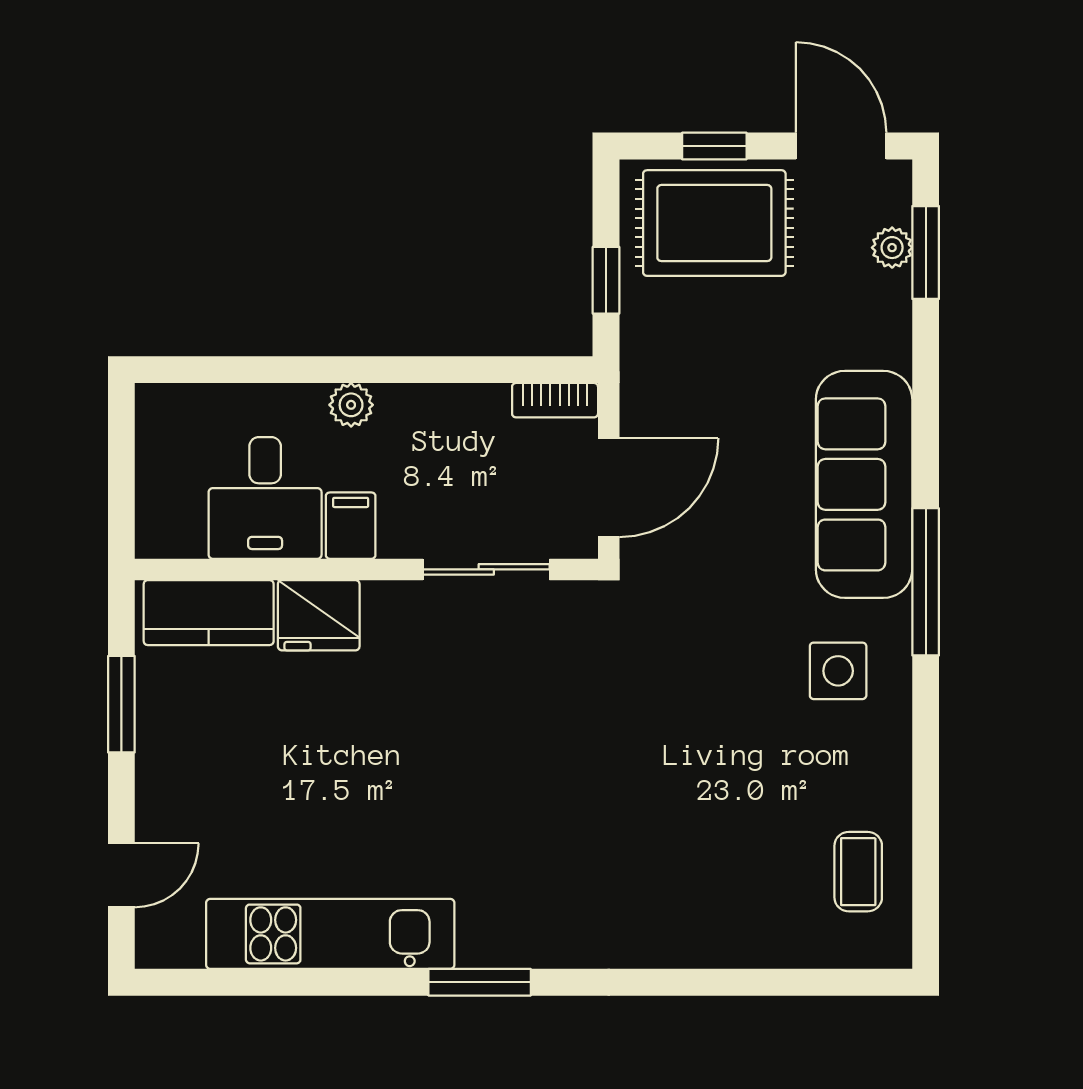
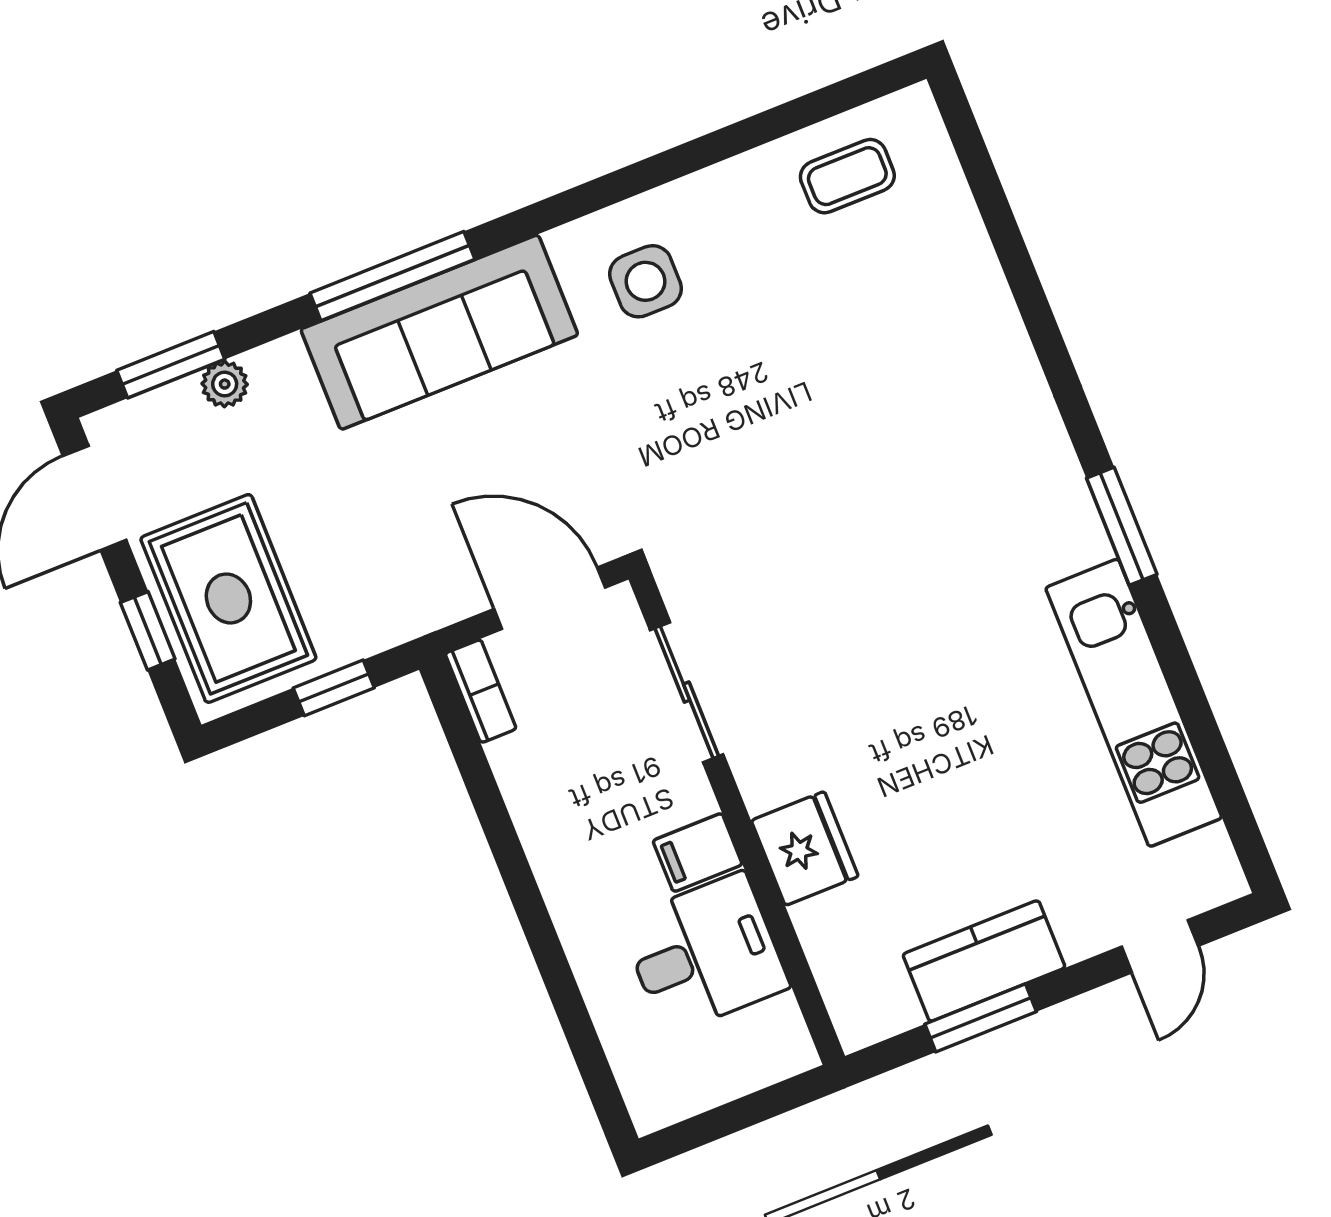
plant: (892, 248) -> (225, 384), moved
plant: (351, 405) -> (571, 903), removed
window: (926, 582) -> (392, 276), moved
kitchen counter: (209, 613) -> (984, 961), moved, turned -90
door: (121, 875) -> (1160, 946), swing flipped

